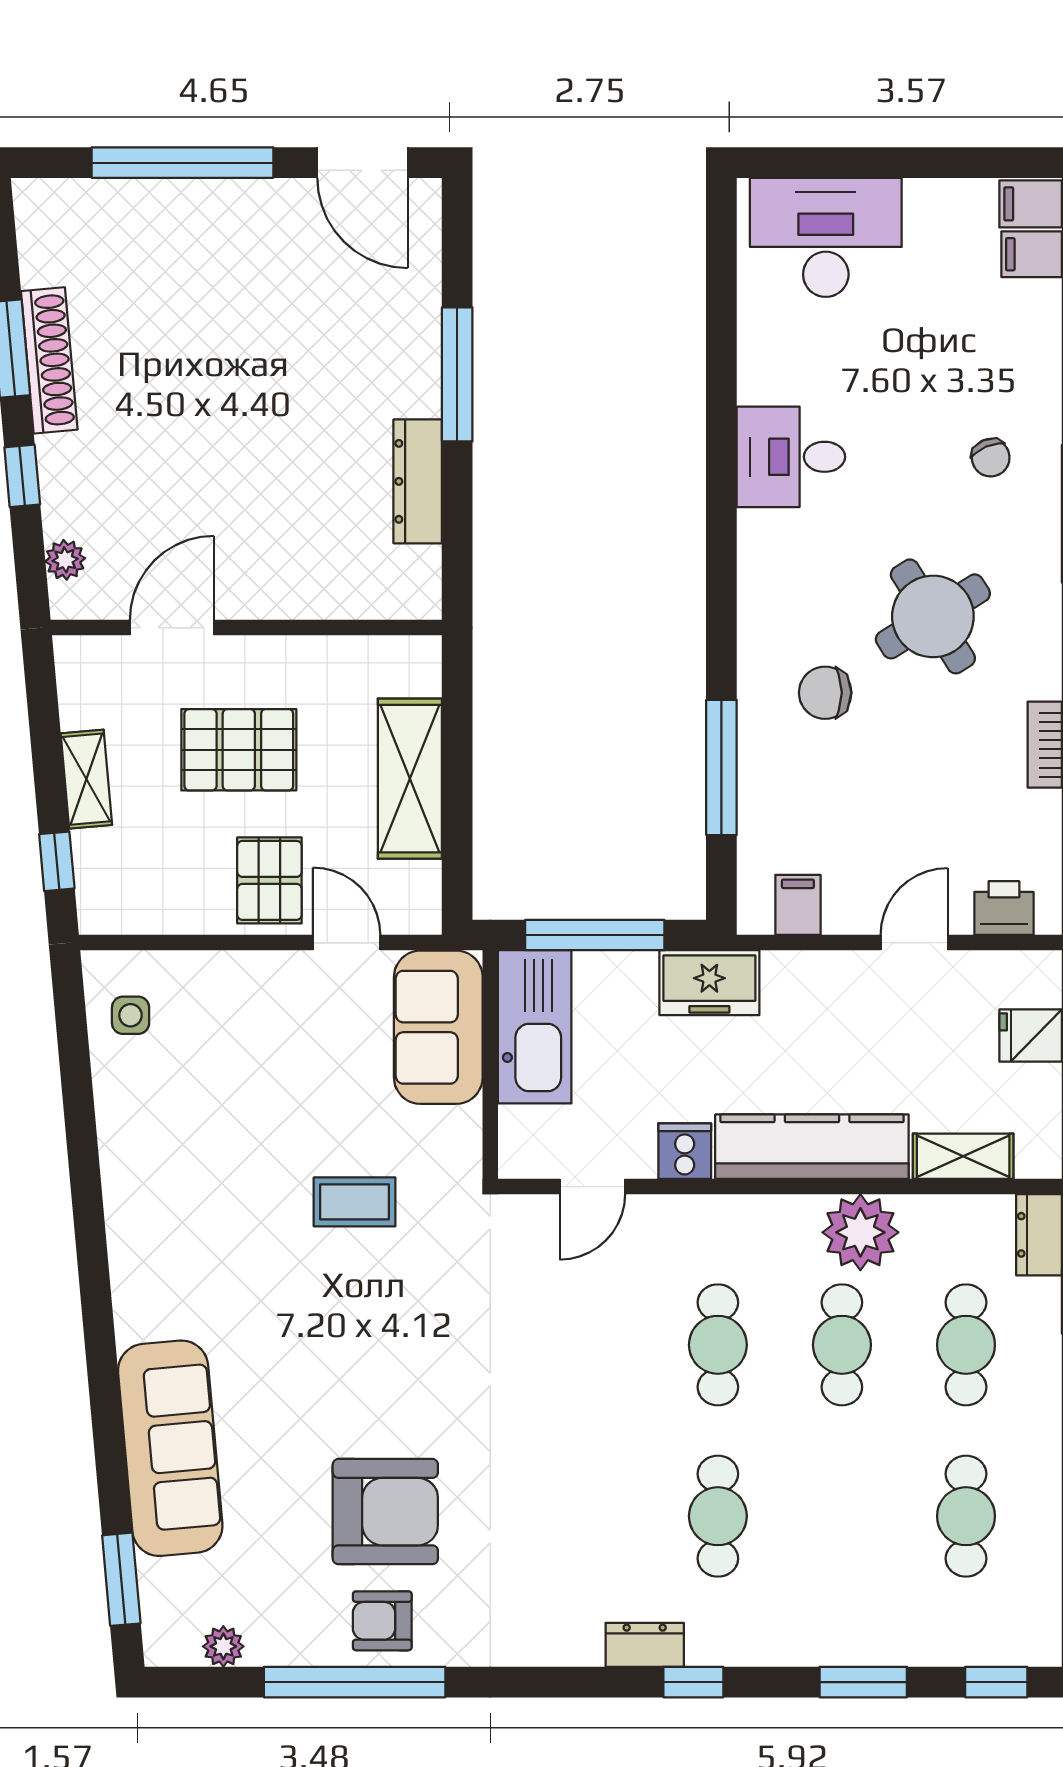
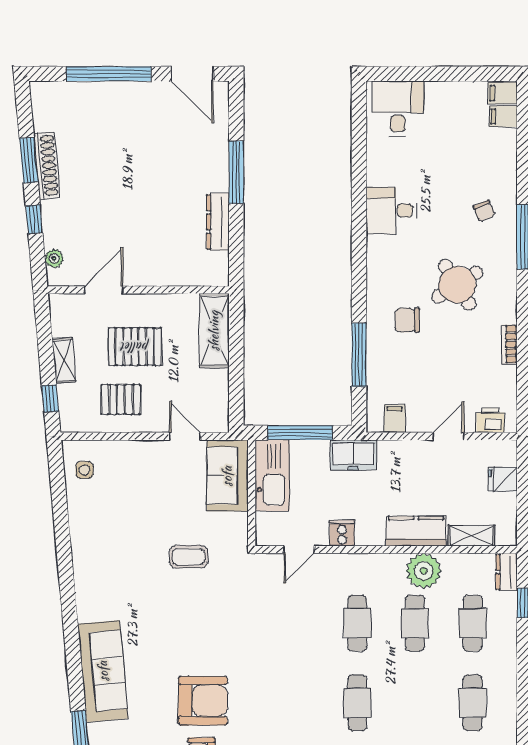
desk: (826, 237) -> (398, 109), width x0.73
shelving: (410, 779) -> (214, 331), moved
pallet: (269, 880) -> (121, 399), moved, turned 90
kitchen counter: (812, 1147) -> (416, 531), width x0.67

